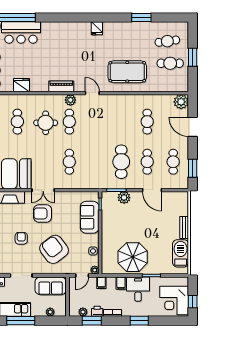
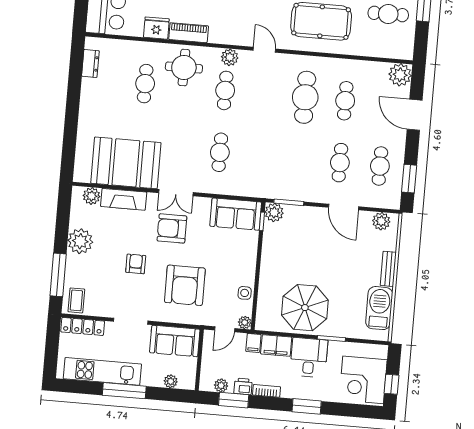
piano: (61, 86) -> (189, 33), moved
round table: (46, 123) -> (184, 68), moved
cafe table: (121, 162) -> (305, 97), moved
plant: (177, 197) -> (381, 221), added
plant: (124, 198) -> (274, 212), moved
sofa: (90, 217) -> (236, 214), moved, turned -90
armchair: (54, 249) -> (185, 285), turned -143
filing cabinet: (121, 283) -> (276, 346), width x2.00

